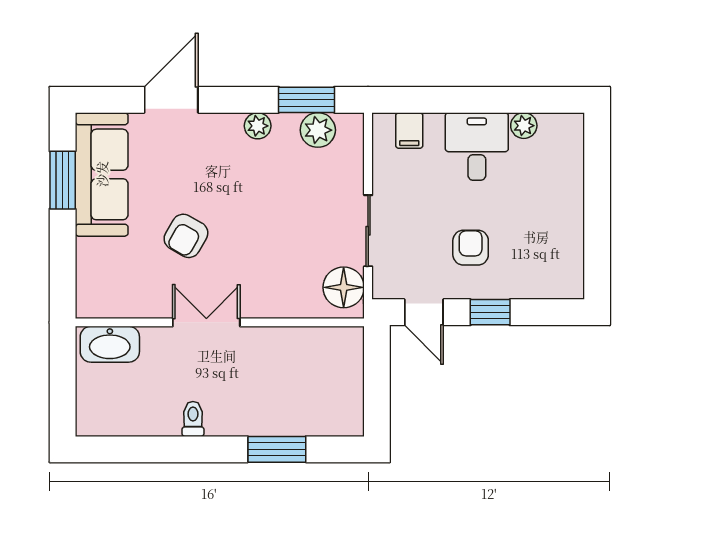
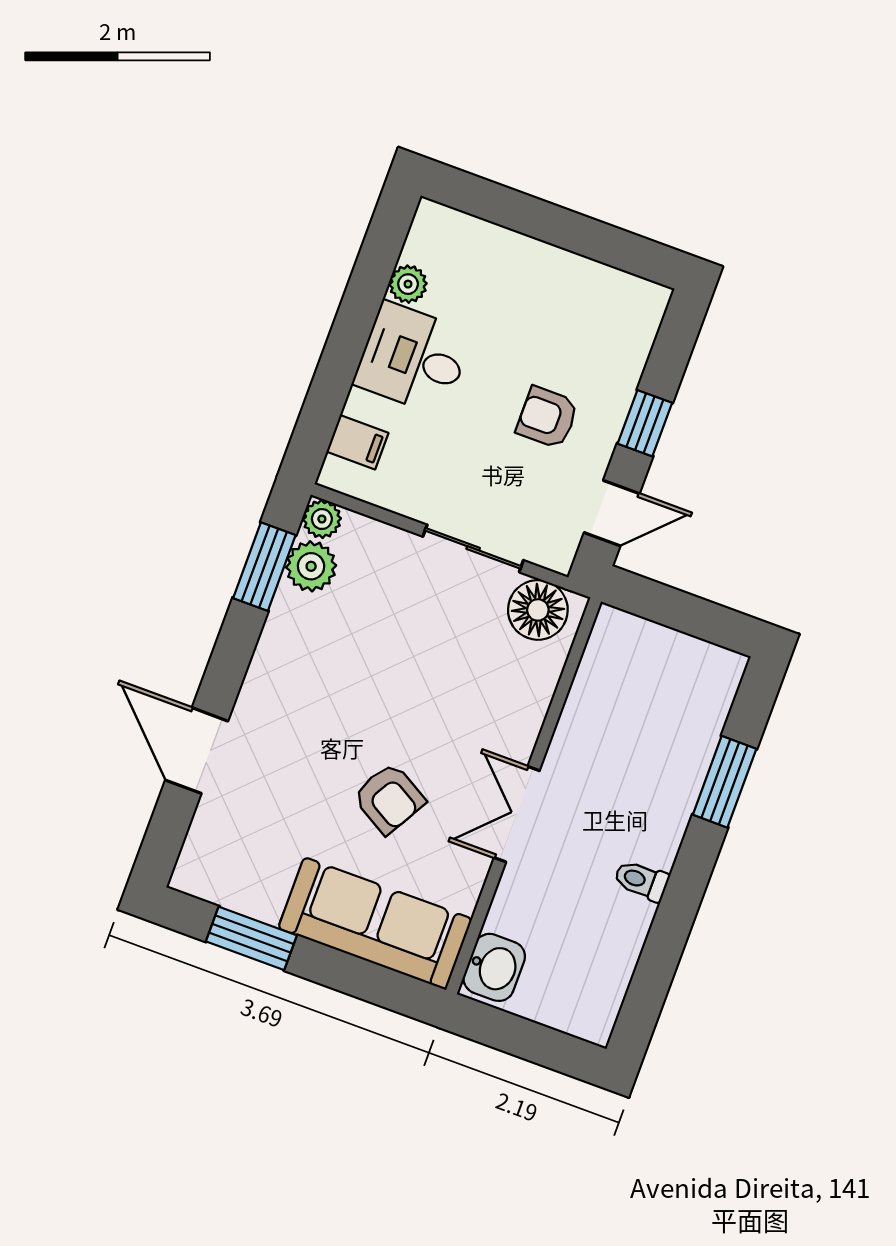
plant: (258, 126) -> (322, 519), moved
sofa: (102, 174) -> (375, 924), moved
washbasin: (110, 344) -> (494, 967), width x0.72

